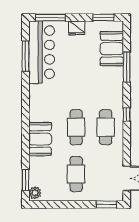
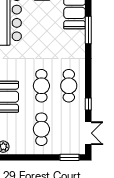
window: (127, 114) -> (88, 104), moved

